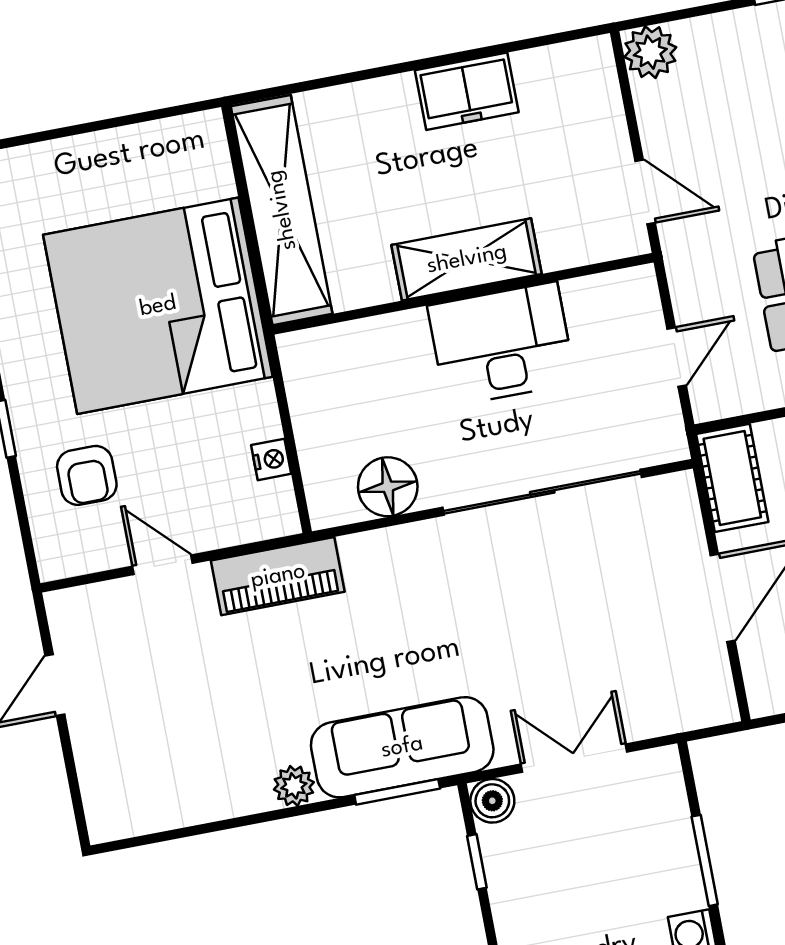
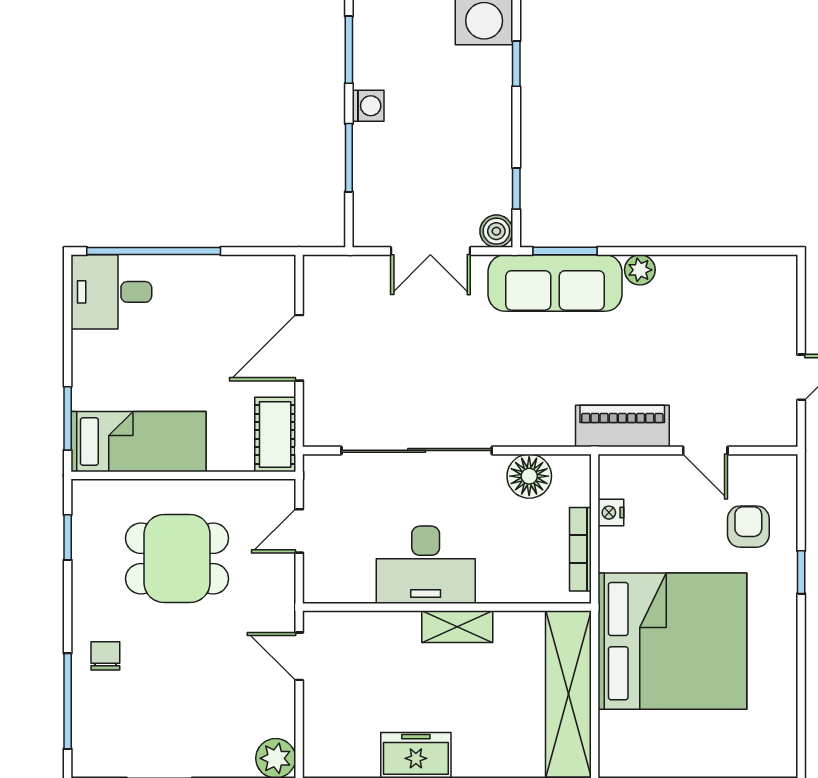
shelving: (467, 259) -> (457, 627), width x0.67, depth x0.75
bookcase: (302, 403) -> (580, 549), added

